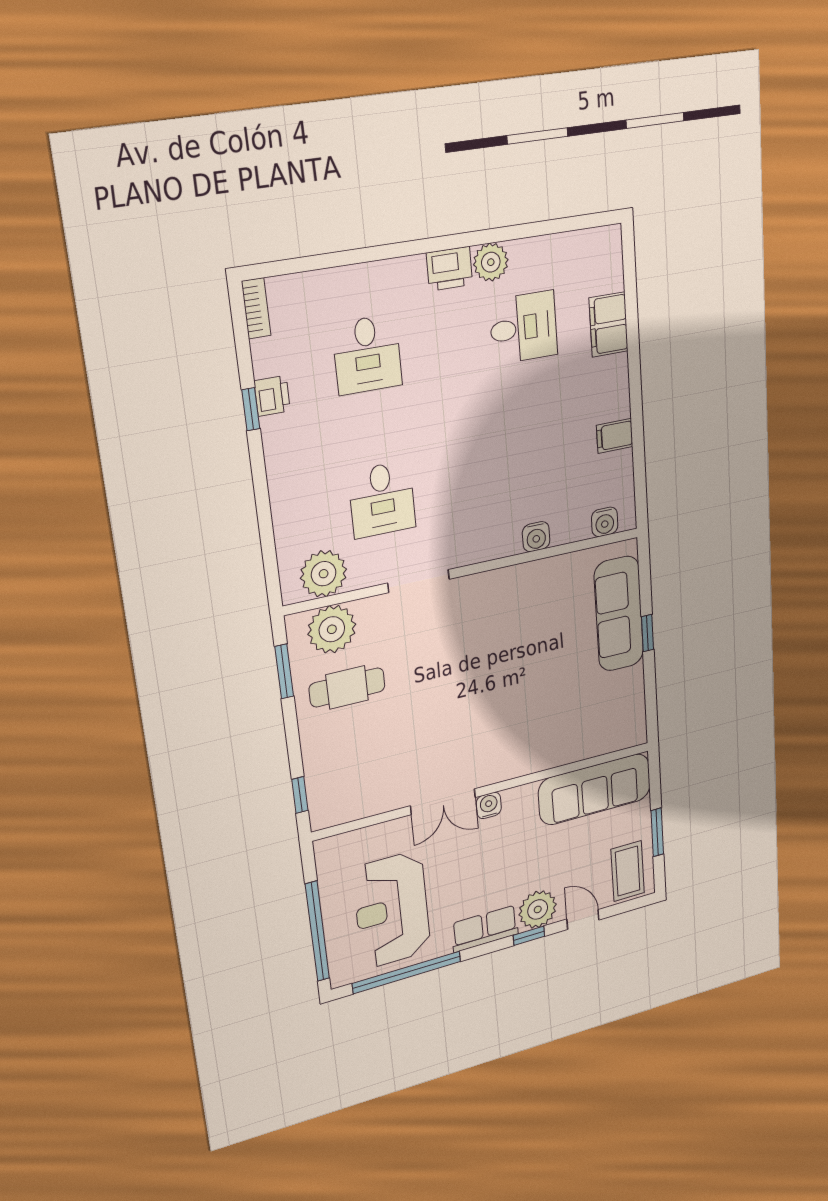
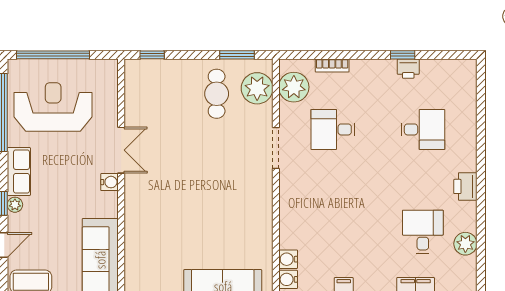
plant: (491, 262) -> (465, 244), moved
bookcase: (256, 308) -> (332, 65), moved
desk: (523, 328) -> (423, 232), turned 180
desk: (367, 355) -> (423, 129), turned 180
water cooler: (536, 537) -> (288, 259), moved
double door: (443, 802) -> (121, 150), swing flipped
plant: (538, 909) -> (15, 205), width x0.53, depth x0.53

